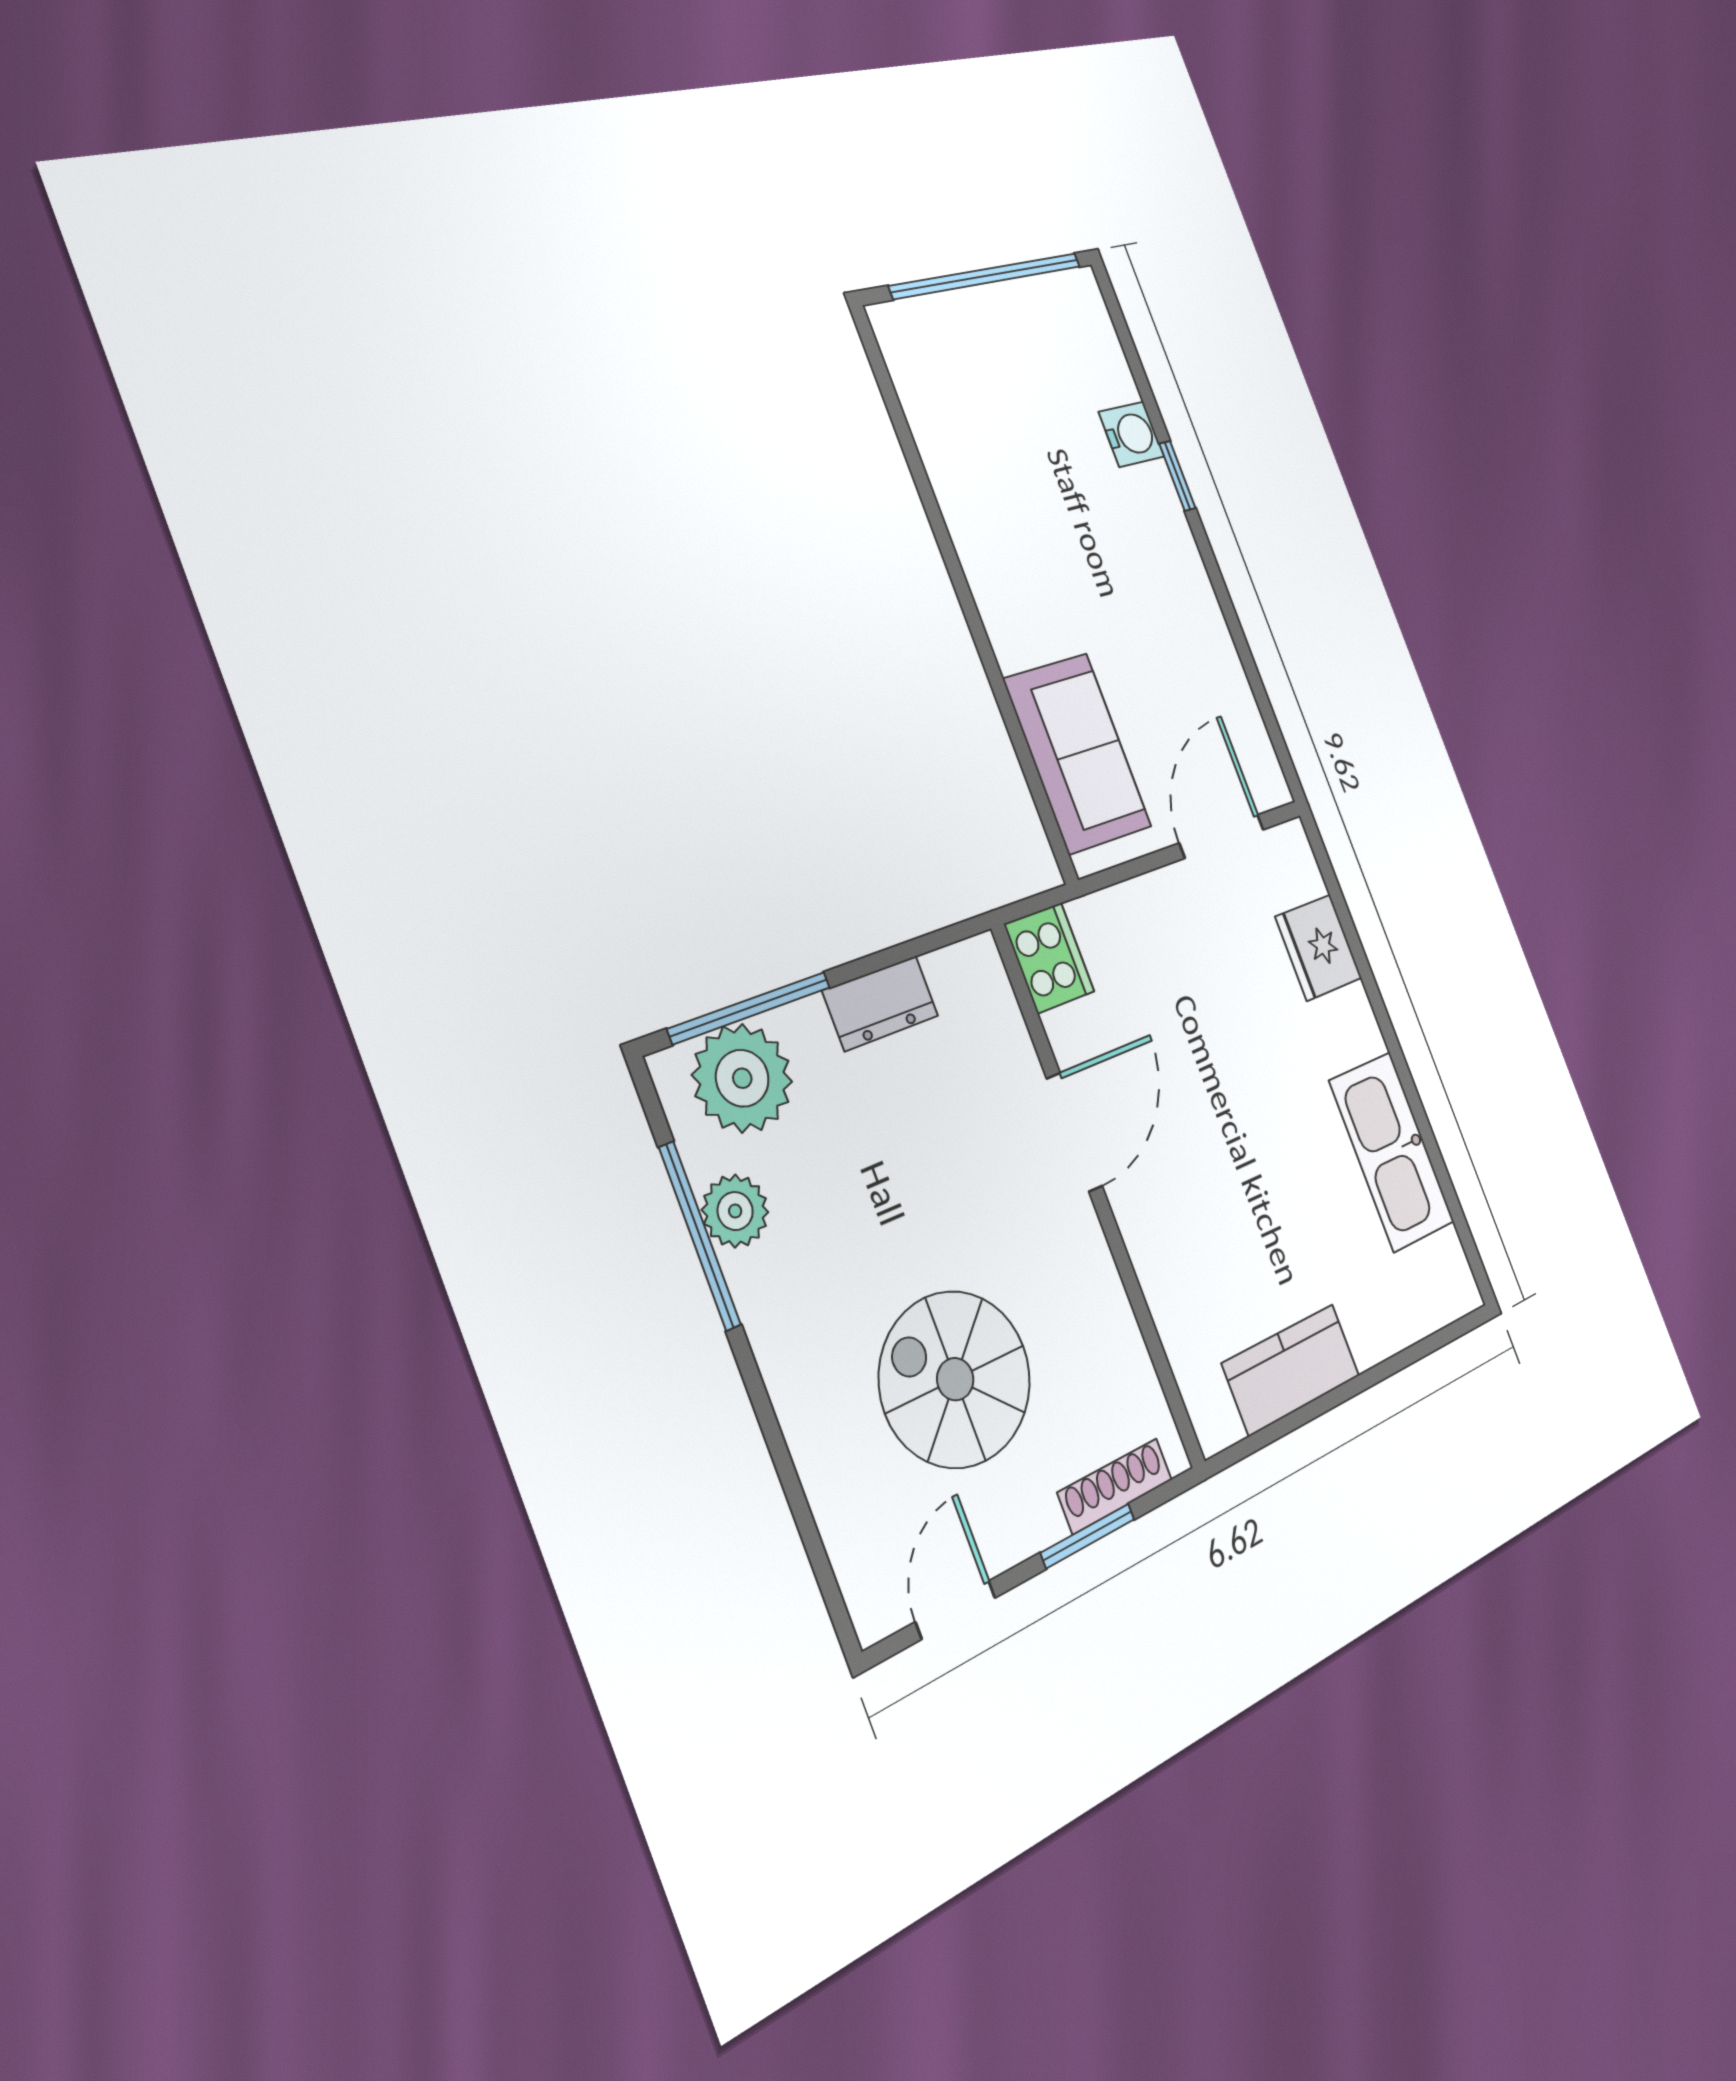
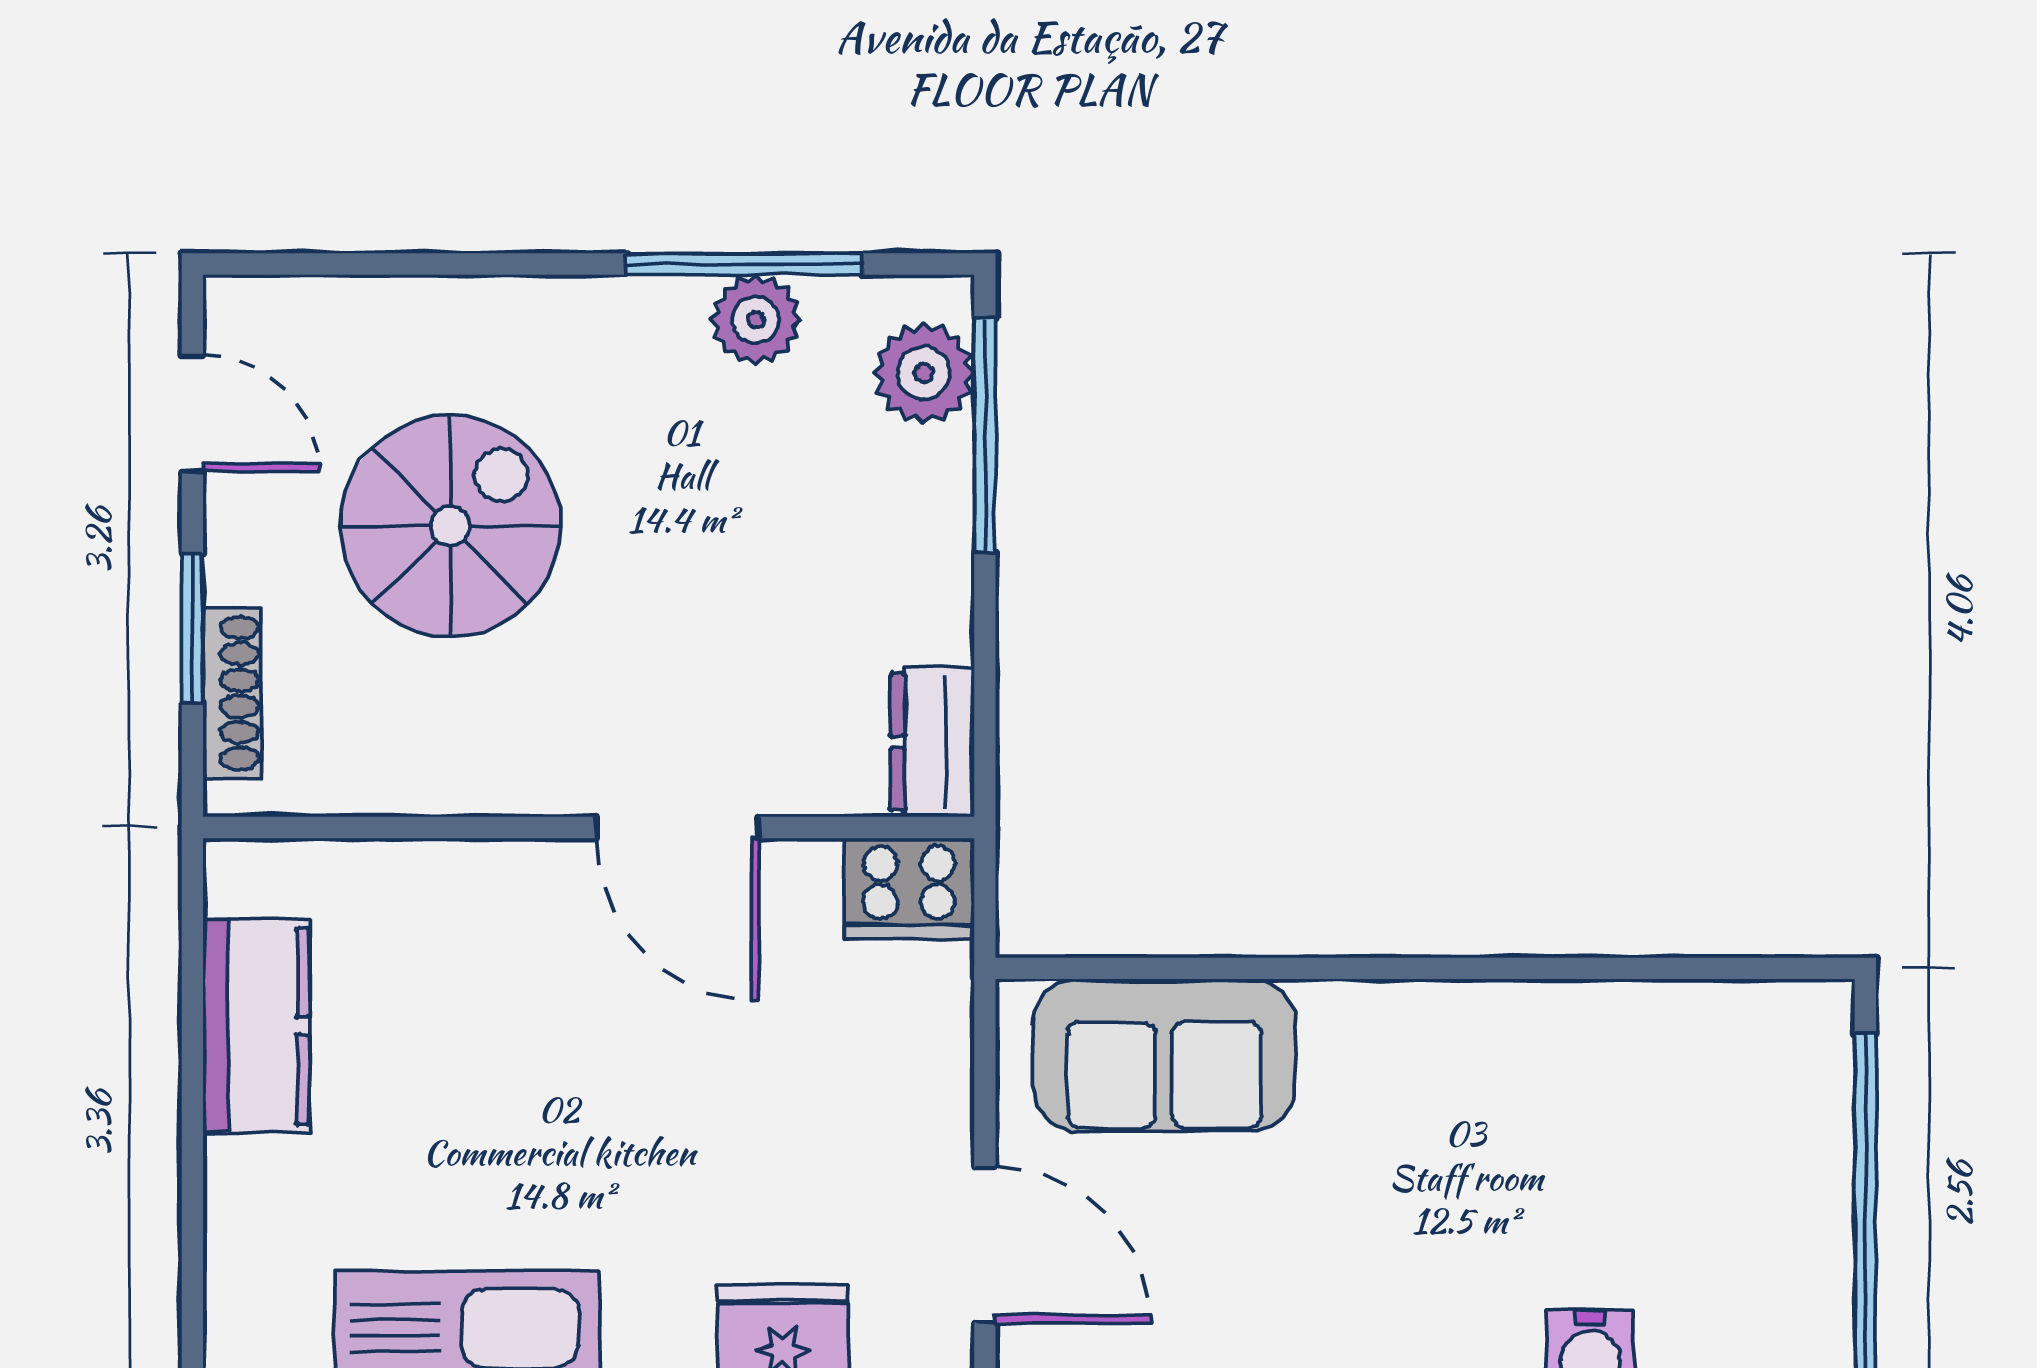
dresser: (881, 1003) -> (932, 742), moved
plant: (742, 1078) -> (924, 373), width x0.73, depth x0.73

